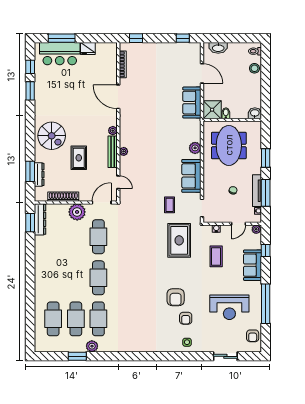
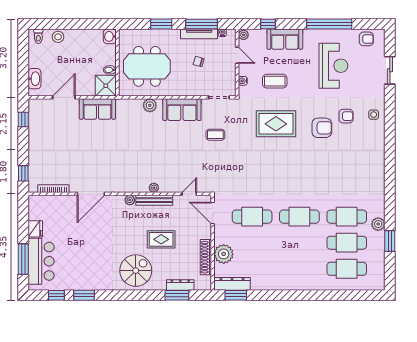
plant: (77, 212) -> (224, 254), moved
rug: (179, 240) -> (276, 124), moved

